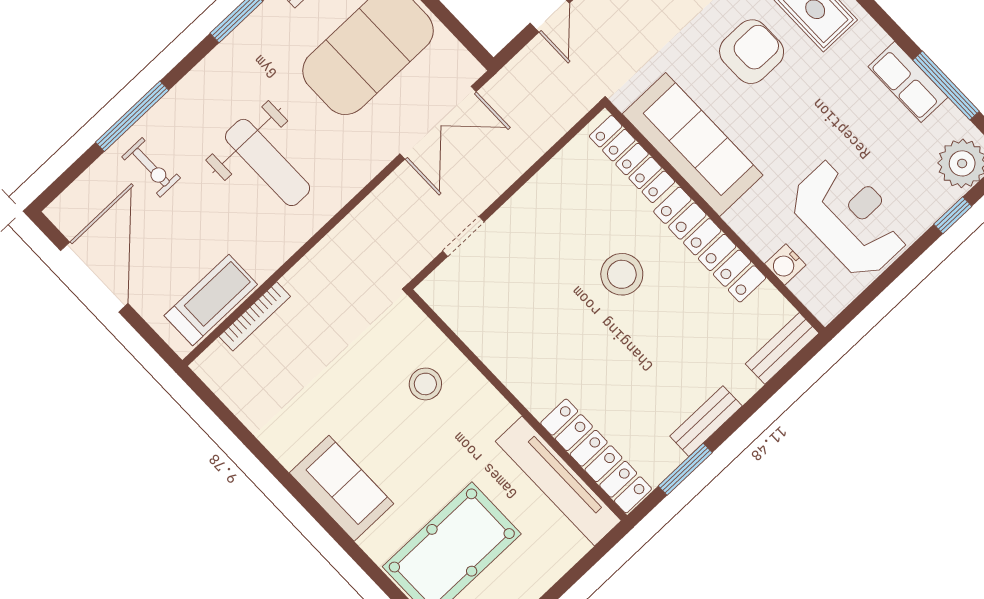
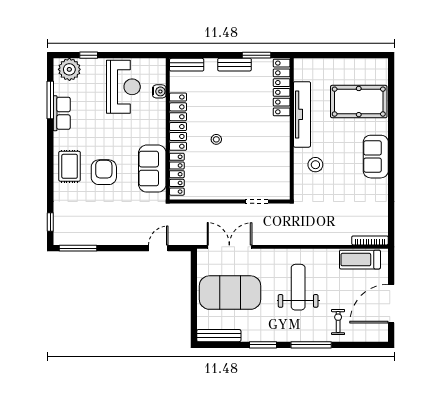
armchair: (752, 52) -> (104, 172), turned 90
window: (132, 116) -> (311, 345), moved
sofa: (693, 145) -> (152, 169), width x0.73
reception desk: (850, 218) -> (123, 87), turned 180
stool: (622, 274) -> (216, 139), width x0.53, depth x0.53
bookcase: (255, 316) -> (370, 240), moved
tv unit: (558, 481) -> (302, 114), moved

